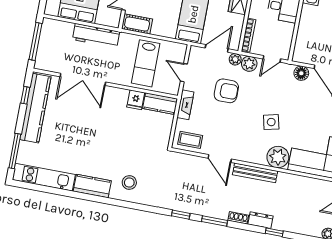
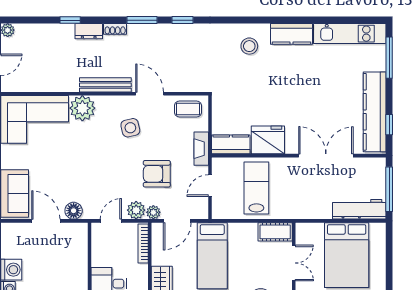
workbench: (96, 36) -> (359, 209), moved
door: (184, 73) -> (210, 186), swing flipped
fridge: (136, 100) -> (268, 140), width x1.88, depth x1.34
side table: (271, 122) -> (130, 128), moved

